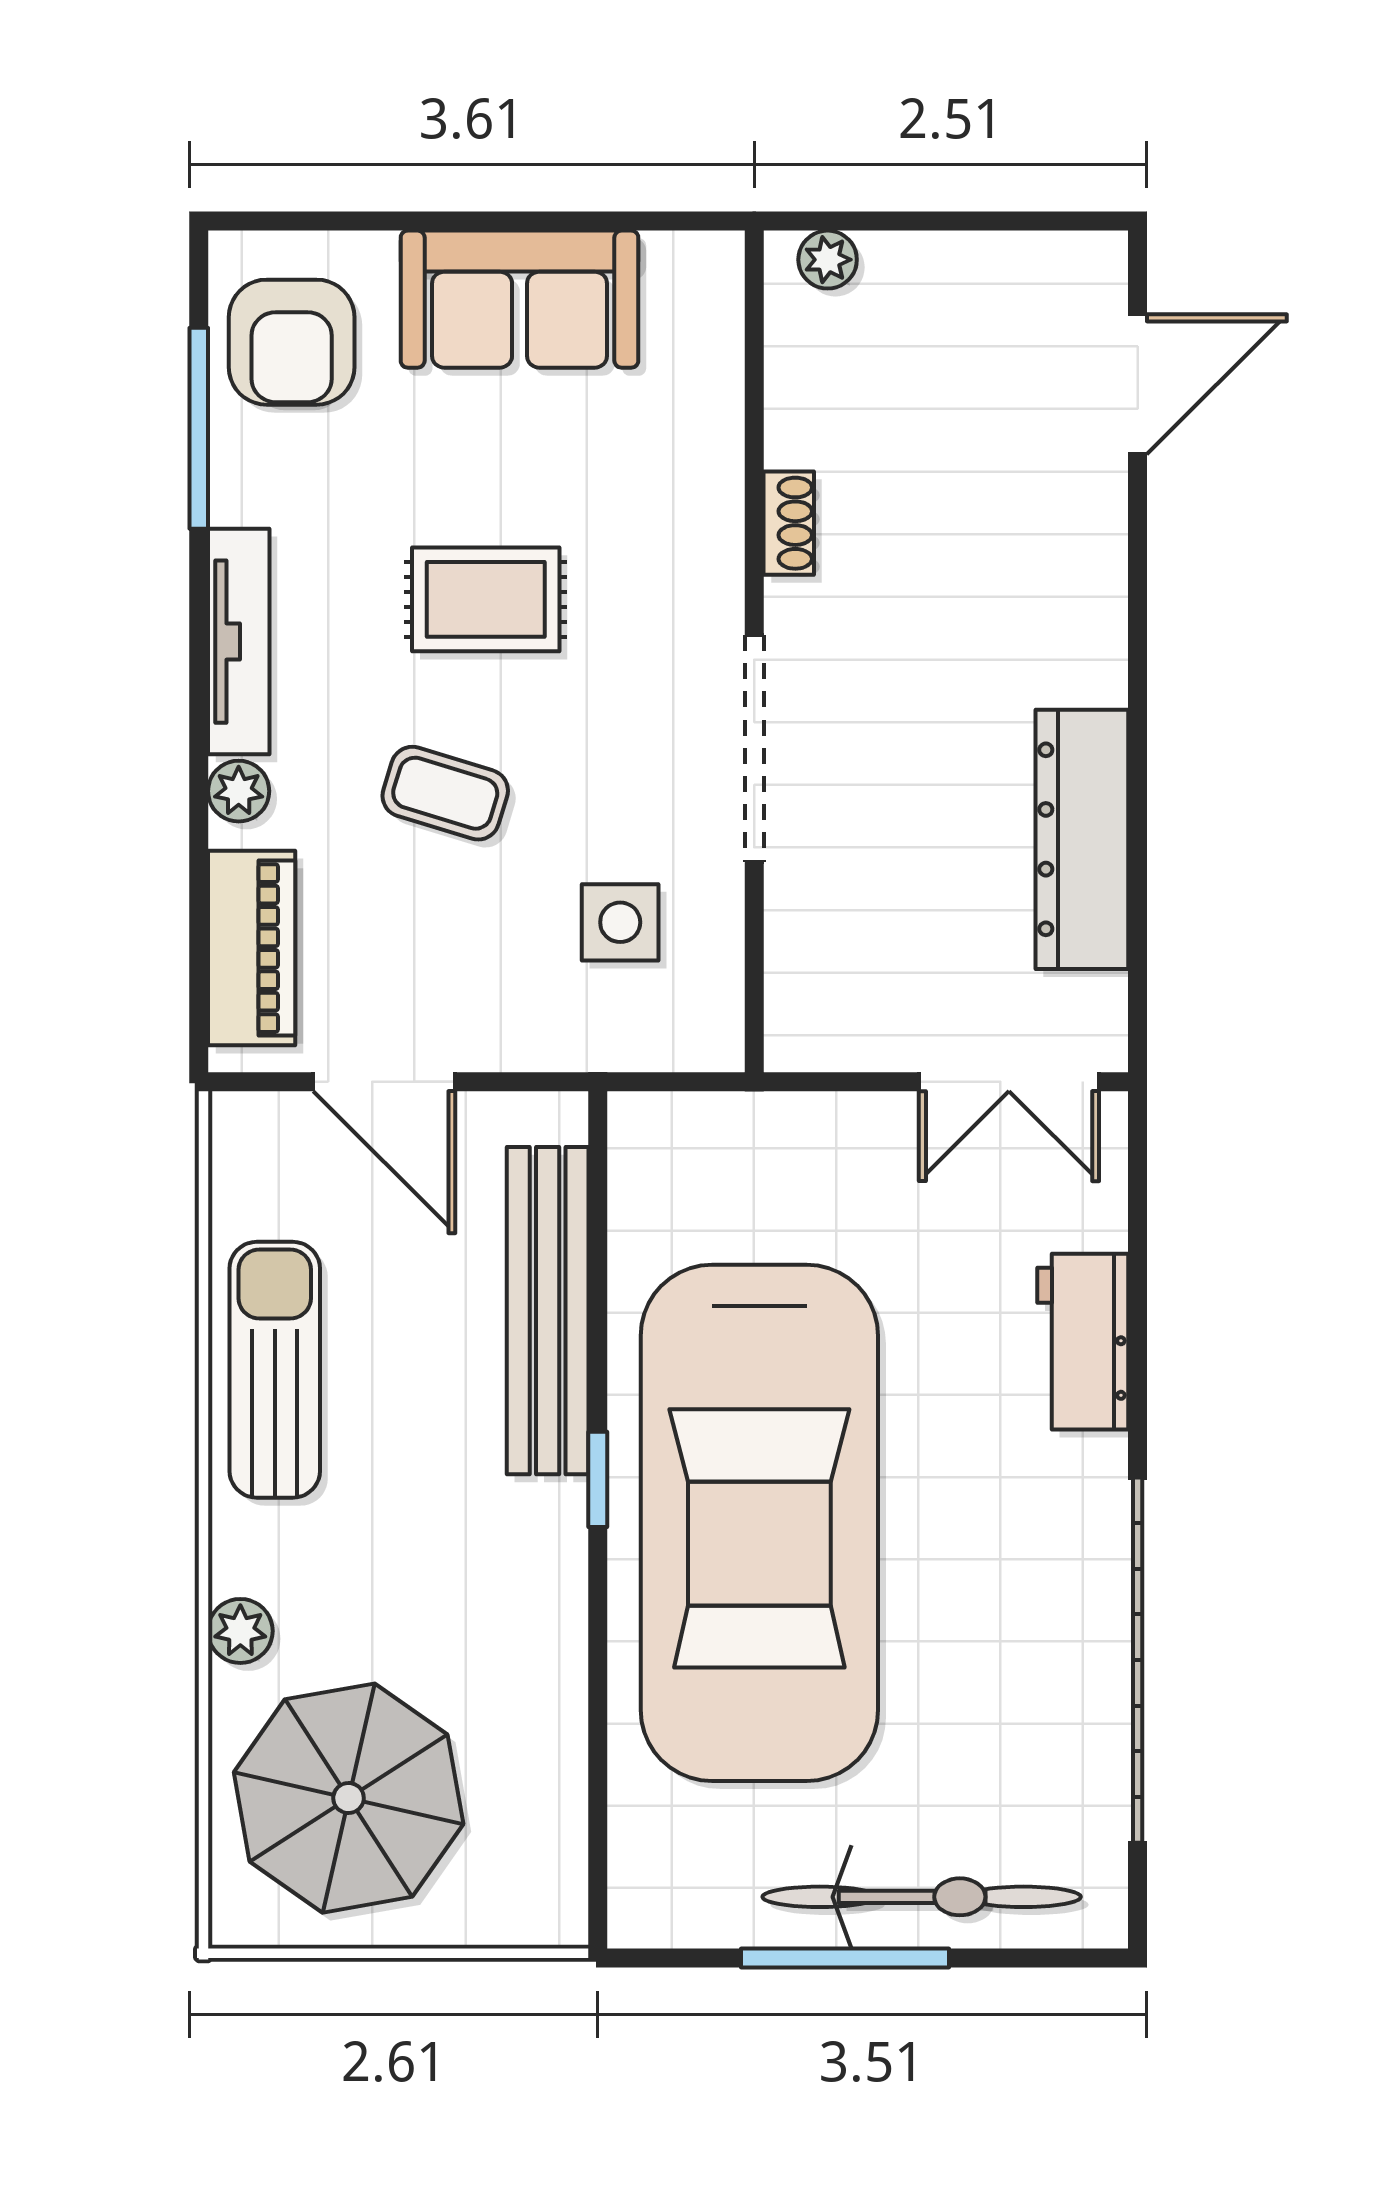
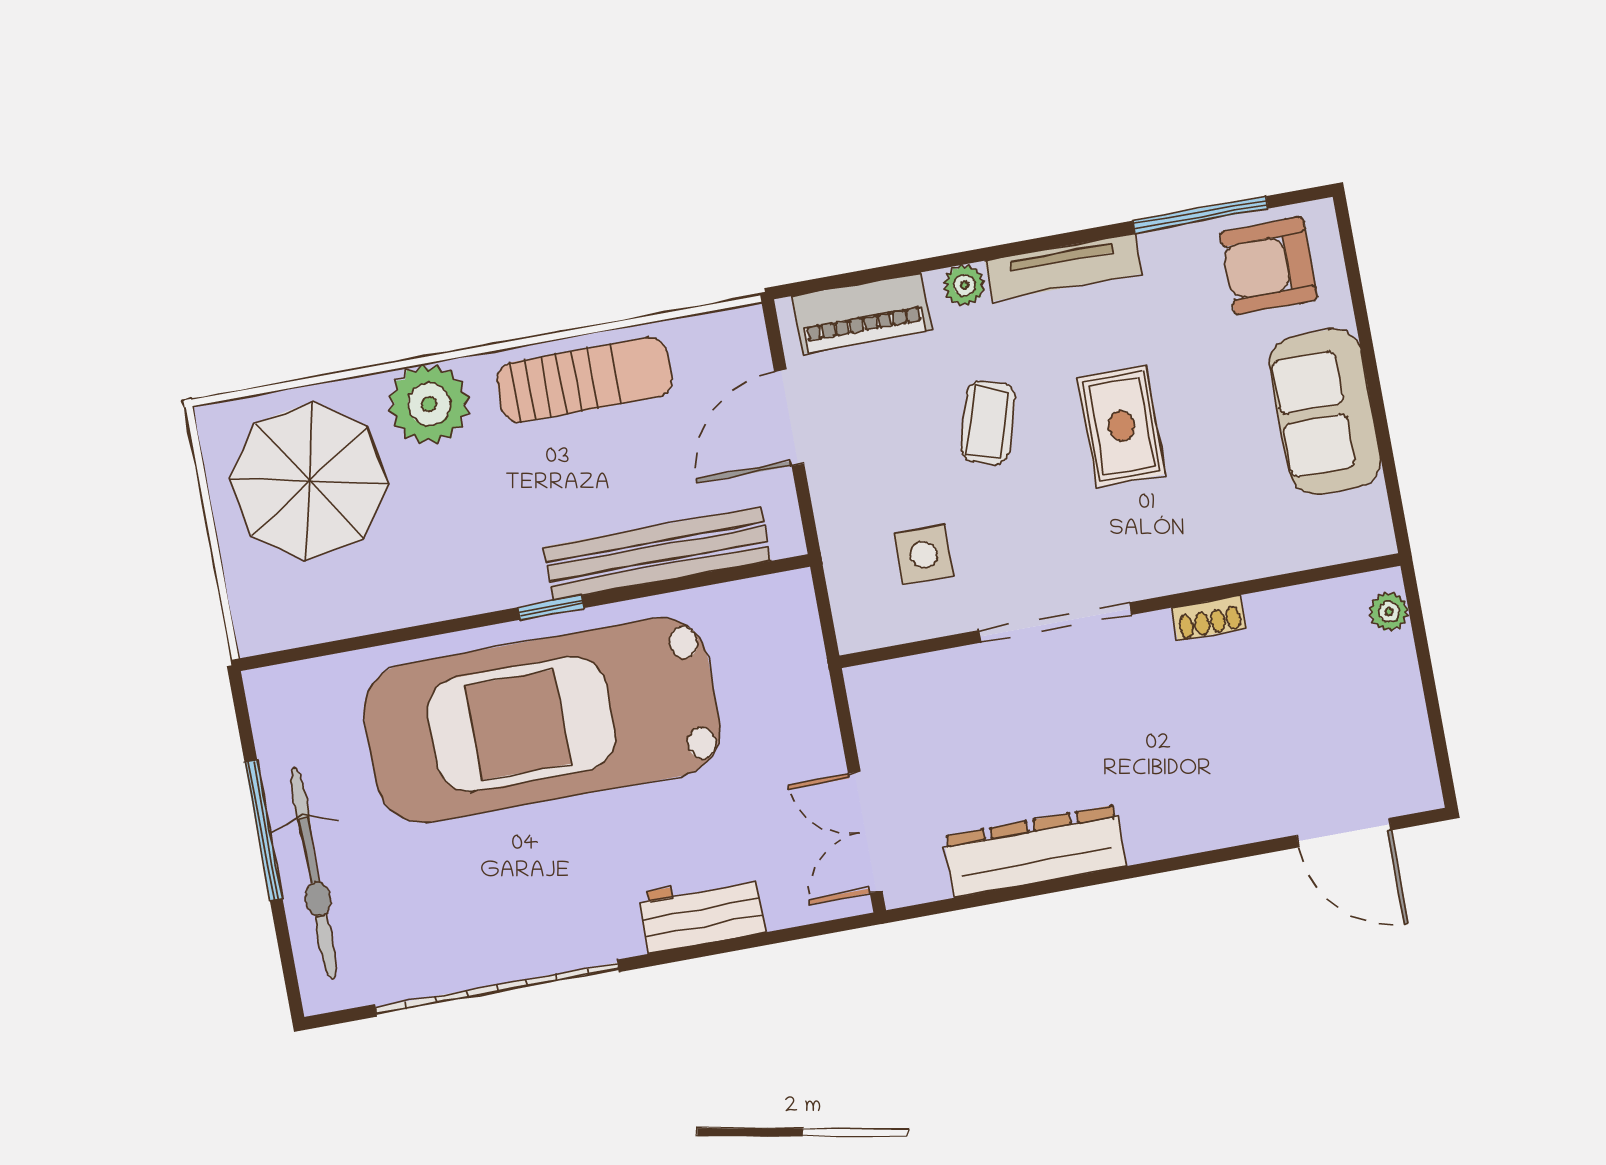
plant: (240, 1631) -> (429, 404), width x1.87, depth x1.87

